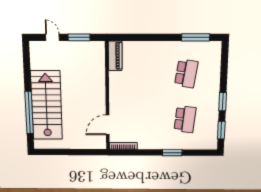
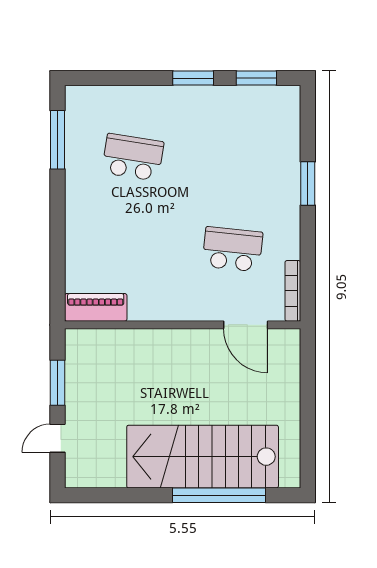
school desk: (185, 119) -> (232, 249), moved

